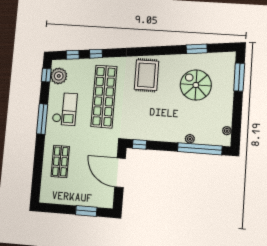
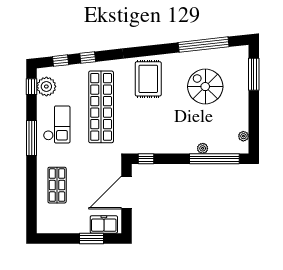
window: (197, 49) -> (204, 45), width x2.11
door: (120, 173) -> (127, 192), hinge flipped
freezer: (98, 199) -> (104, 224), added

